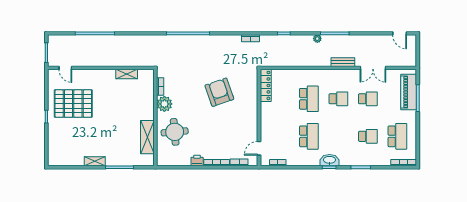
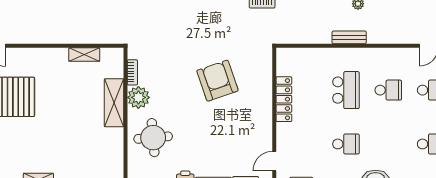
bench: (343, 62) -> (349, 37), moved
locker: (266, 85) -> (284, 99), moved
school desk: (309, 136) -> (346, 144), width x0.54
shelving: (147, 137) -> (114, 103), moved

